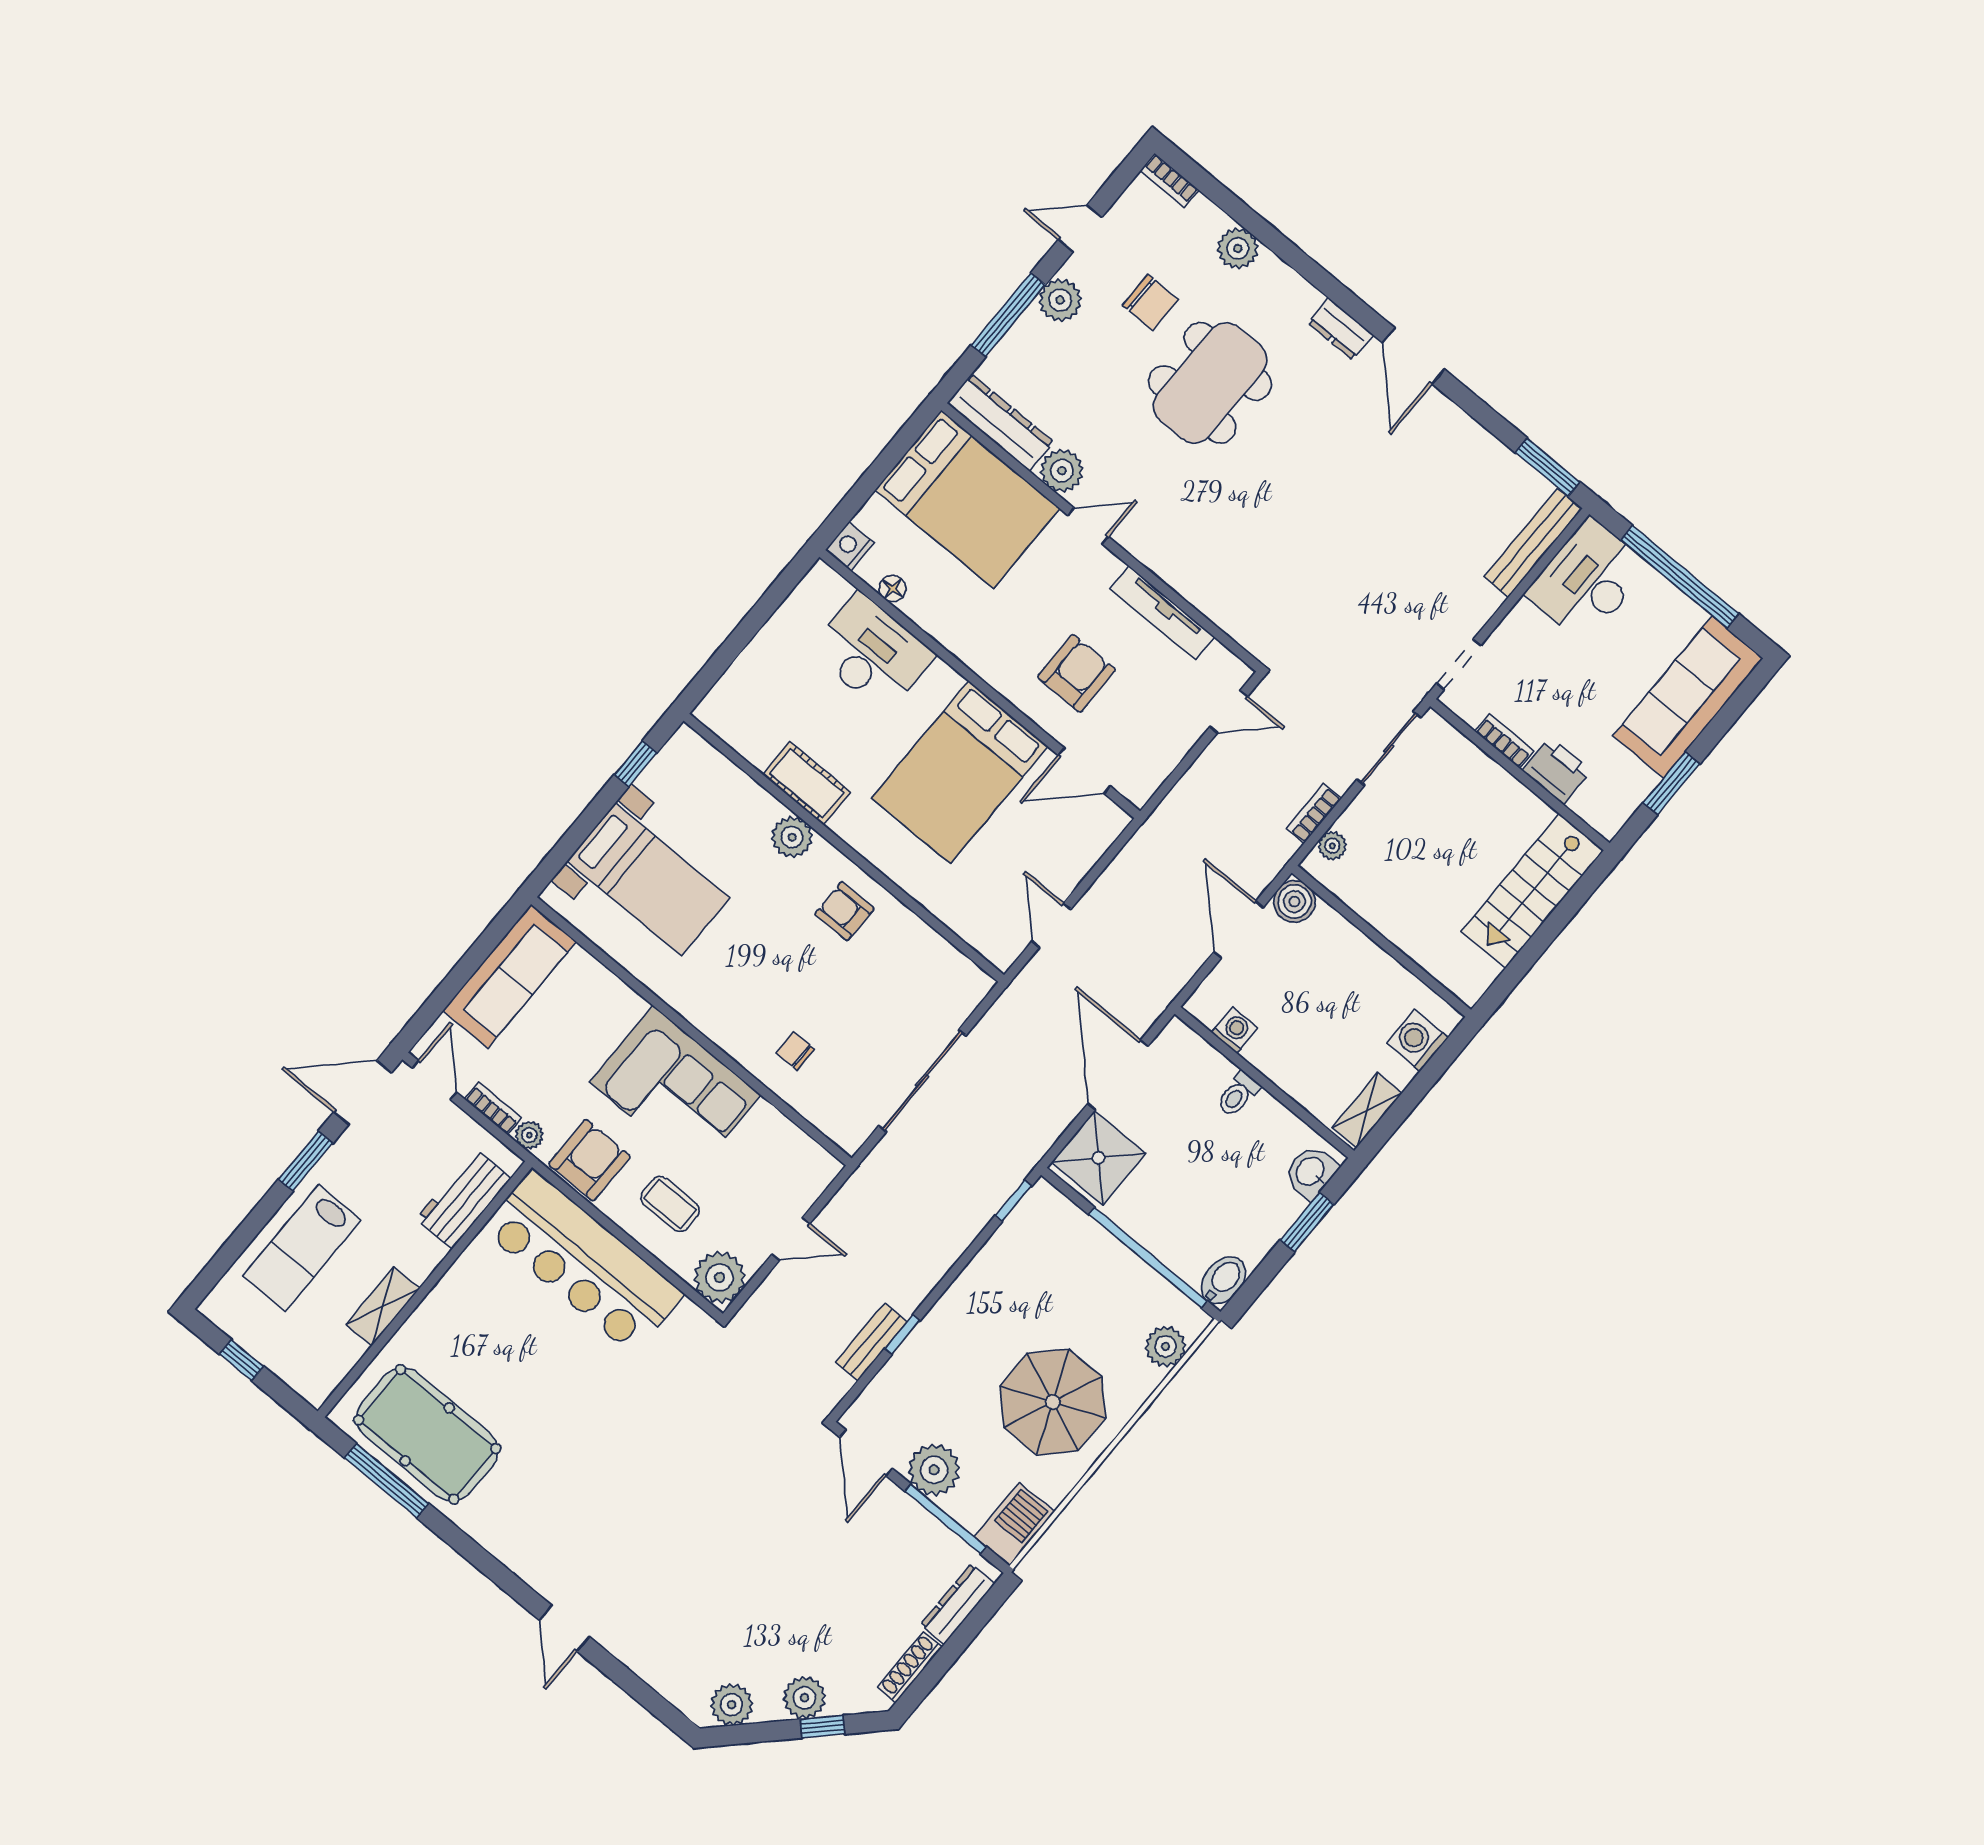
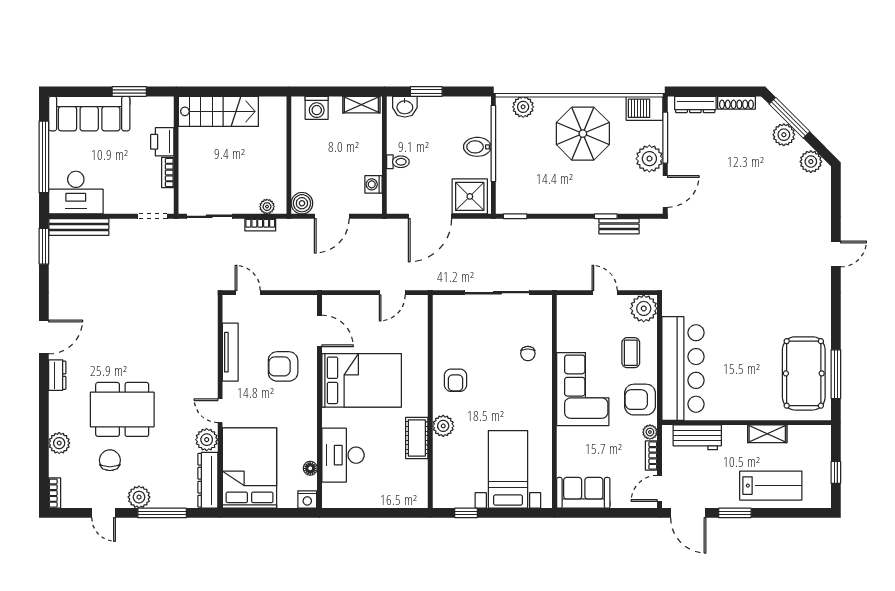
sofa: (510, 976) -> (583, 493), width x0.73
bidet: (1223, 1280) -> (477, 147), moved
window: (822, 1727) -> (789, 118), width x2.17

